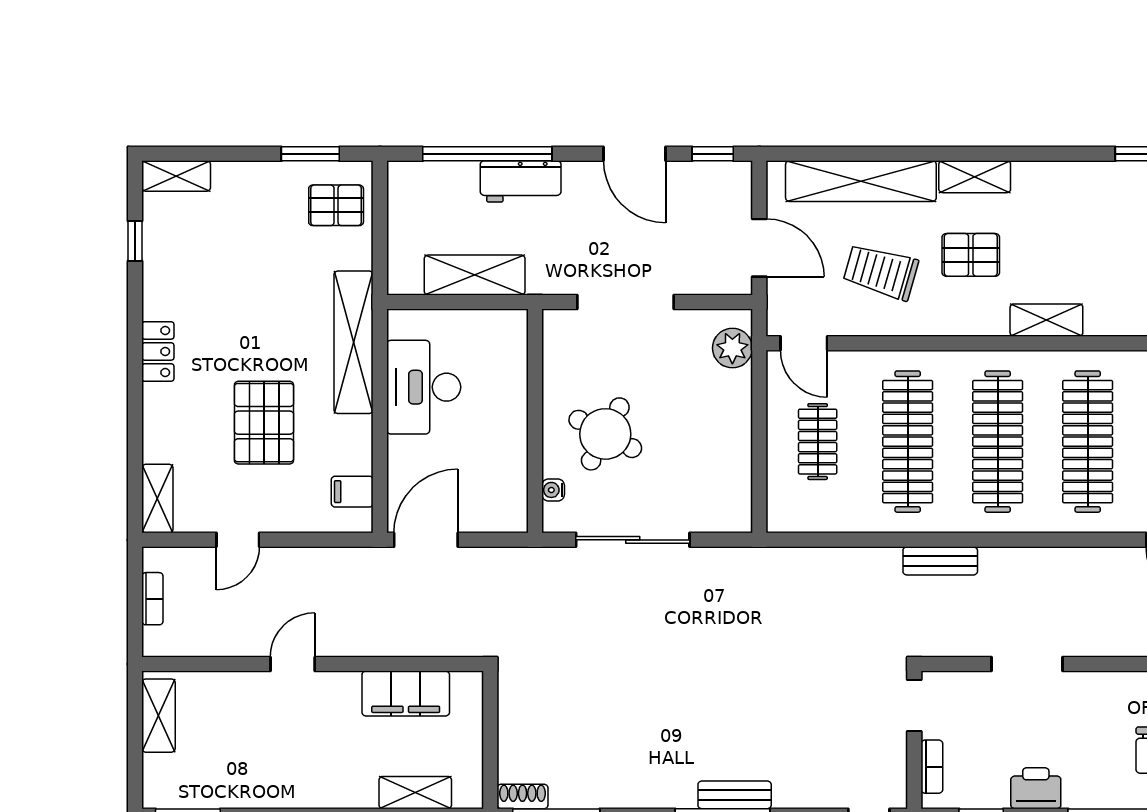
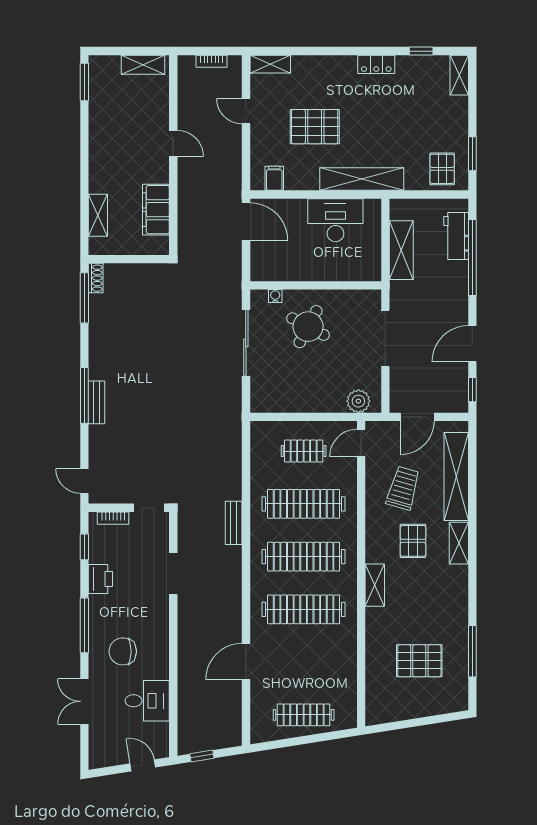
workbench: (521, 181) -> (456, 236), moved
locker: (158, 351) -> (376, 64), moved

